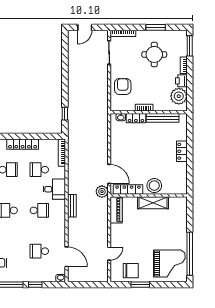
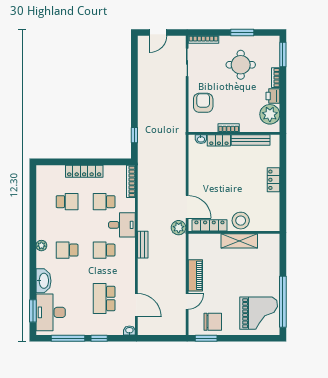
school desk: (39, 210) -> (104, 250), turned 180
piano: (116, 210) -> (195, 275), moved
school desk: (39, 251) -> (104, 299), width x1.85
window: (140, 285) -> (206, 338), moved

